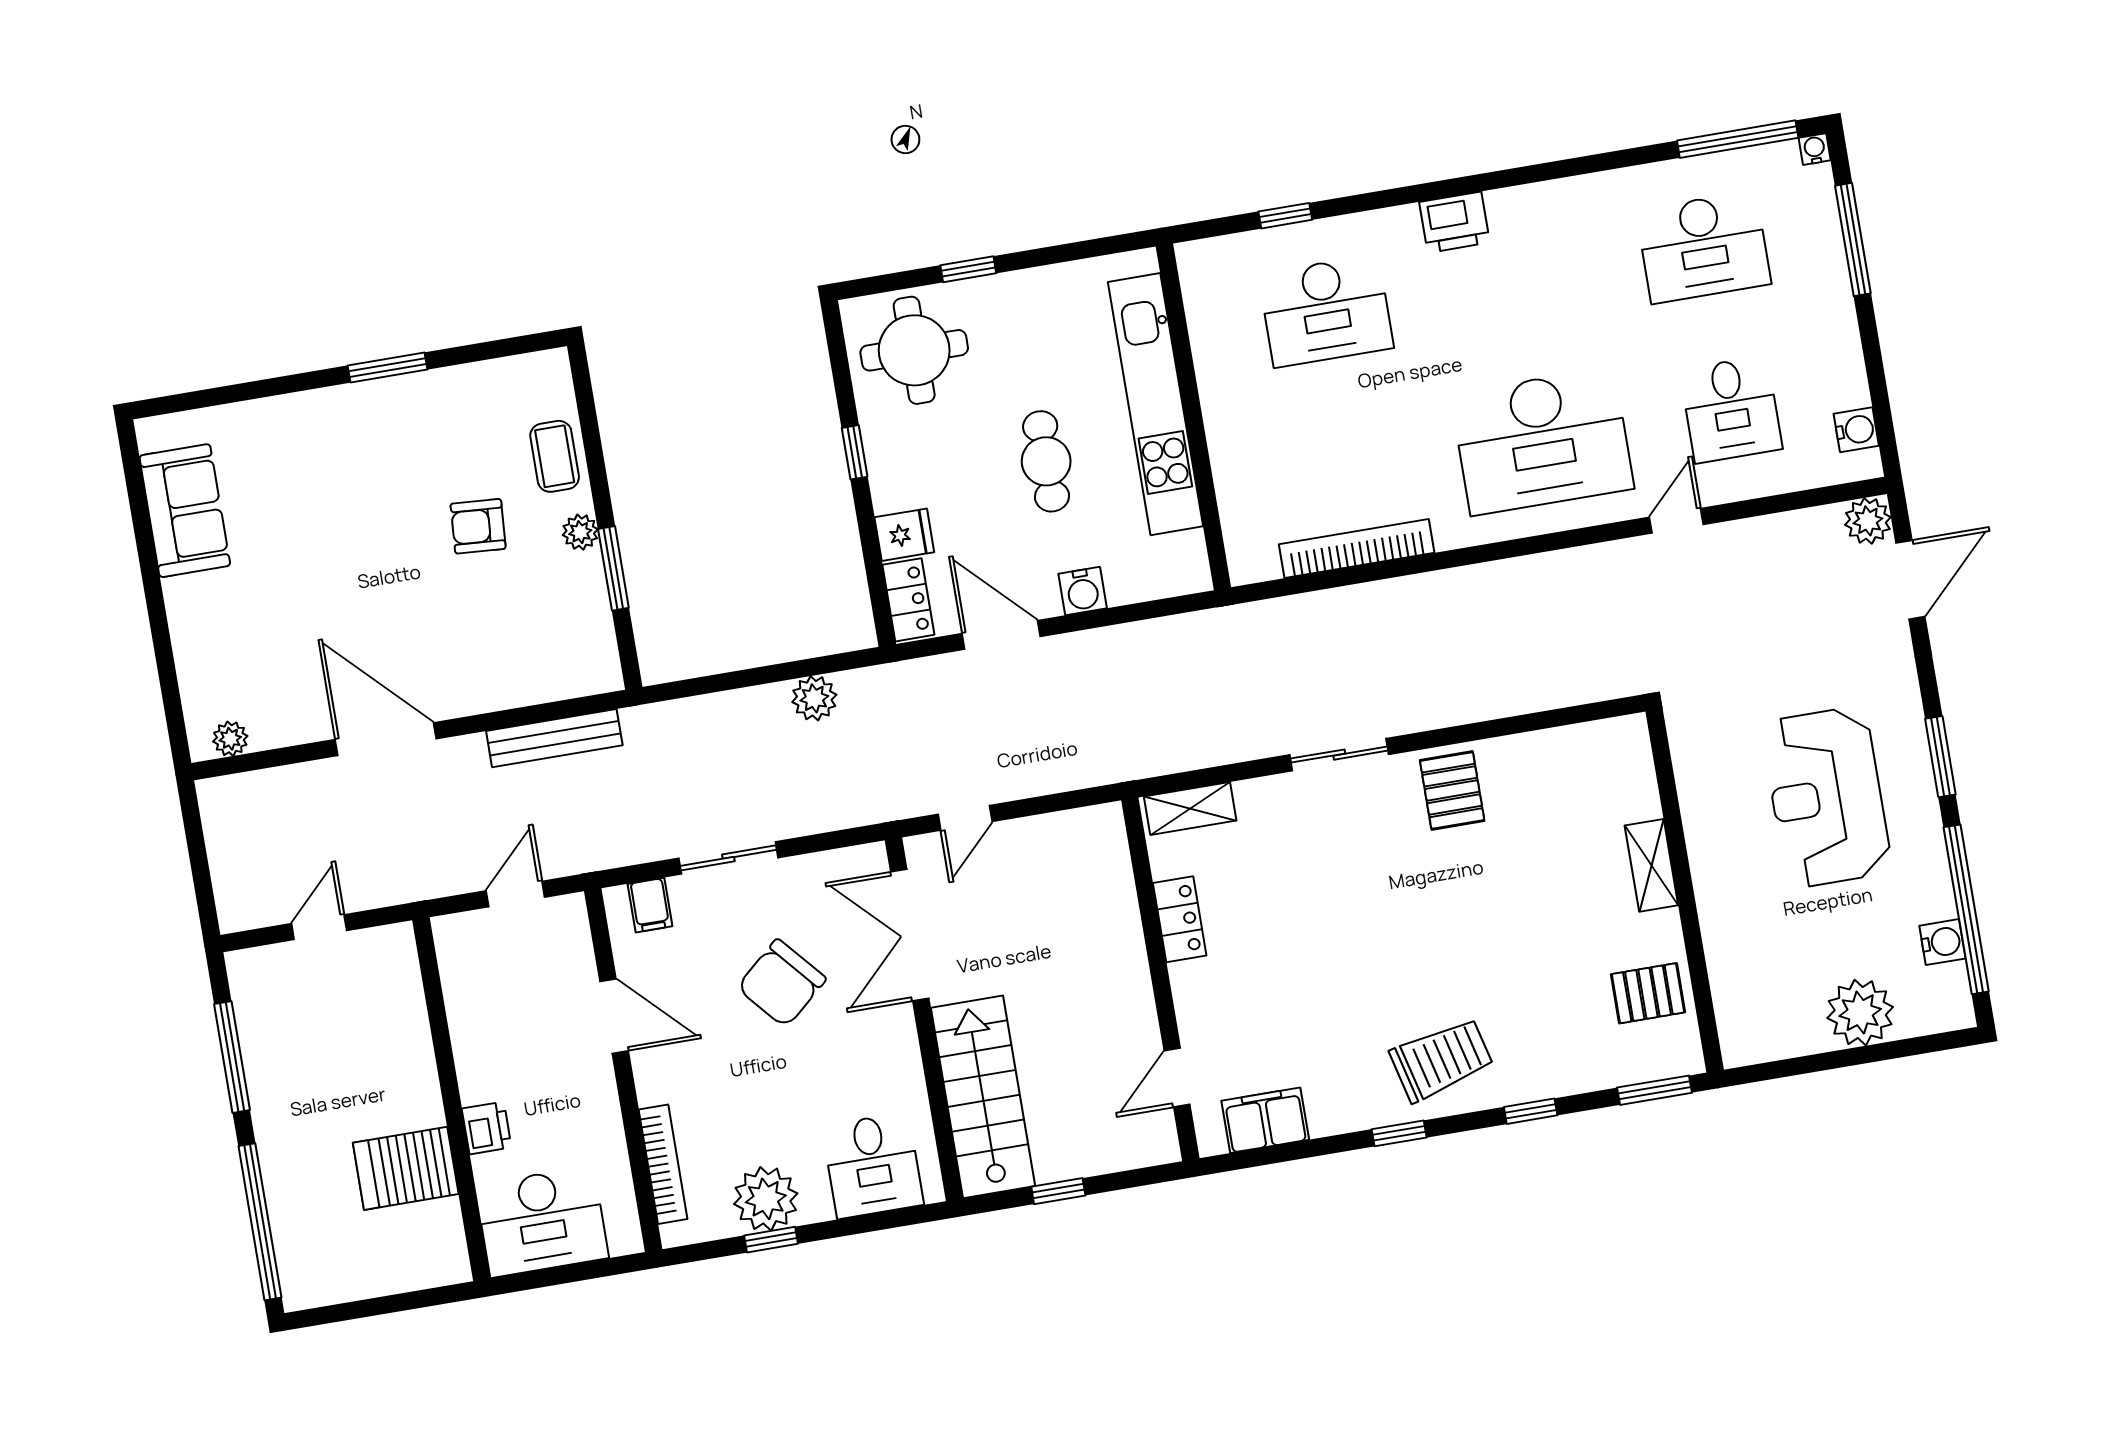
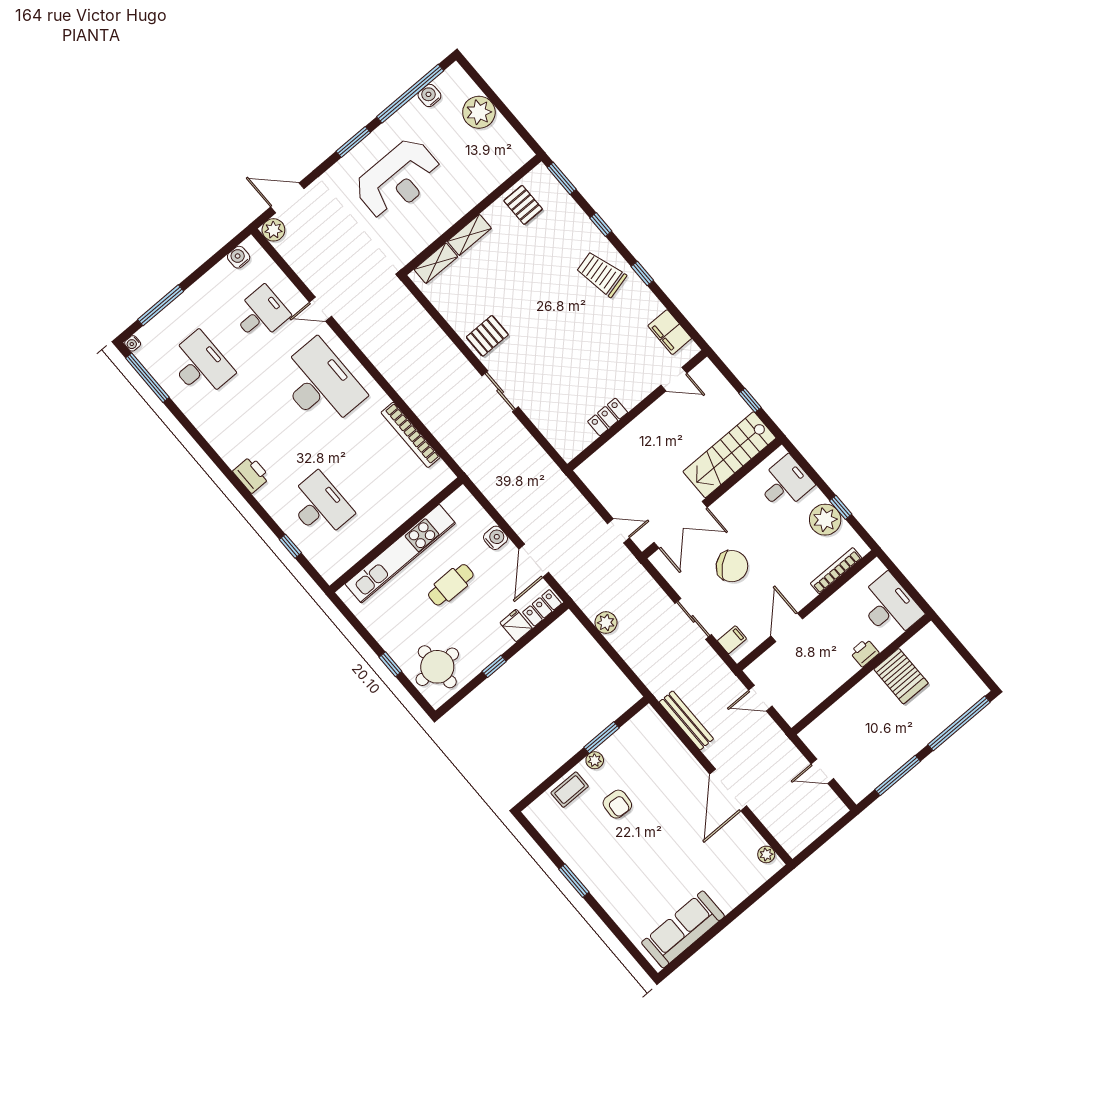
sofa: (185, 511) -> (683, 929), width x1.36
shelving: (1190, 809) -> (436, 263), moved, turned 90

